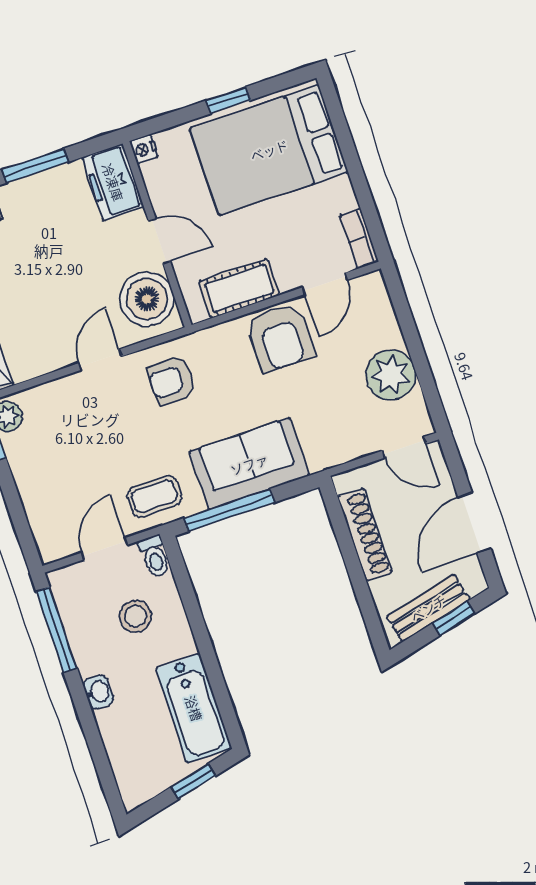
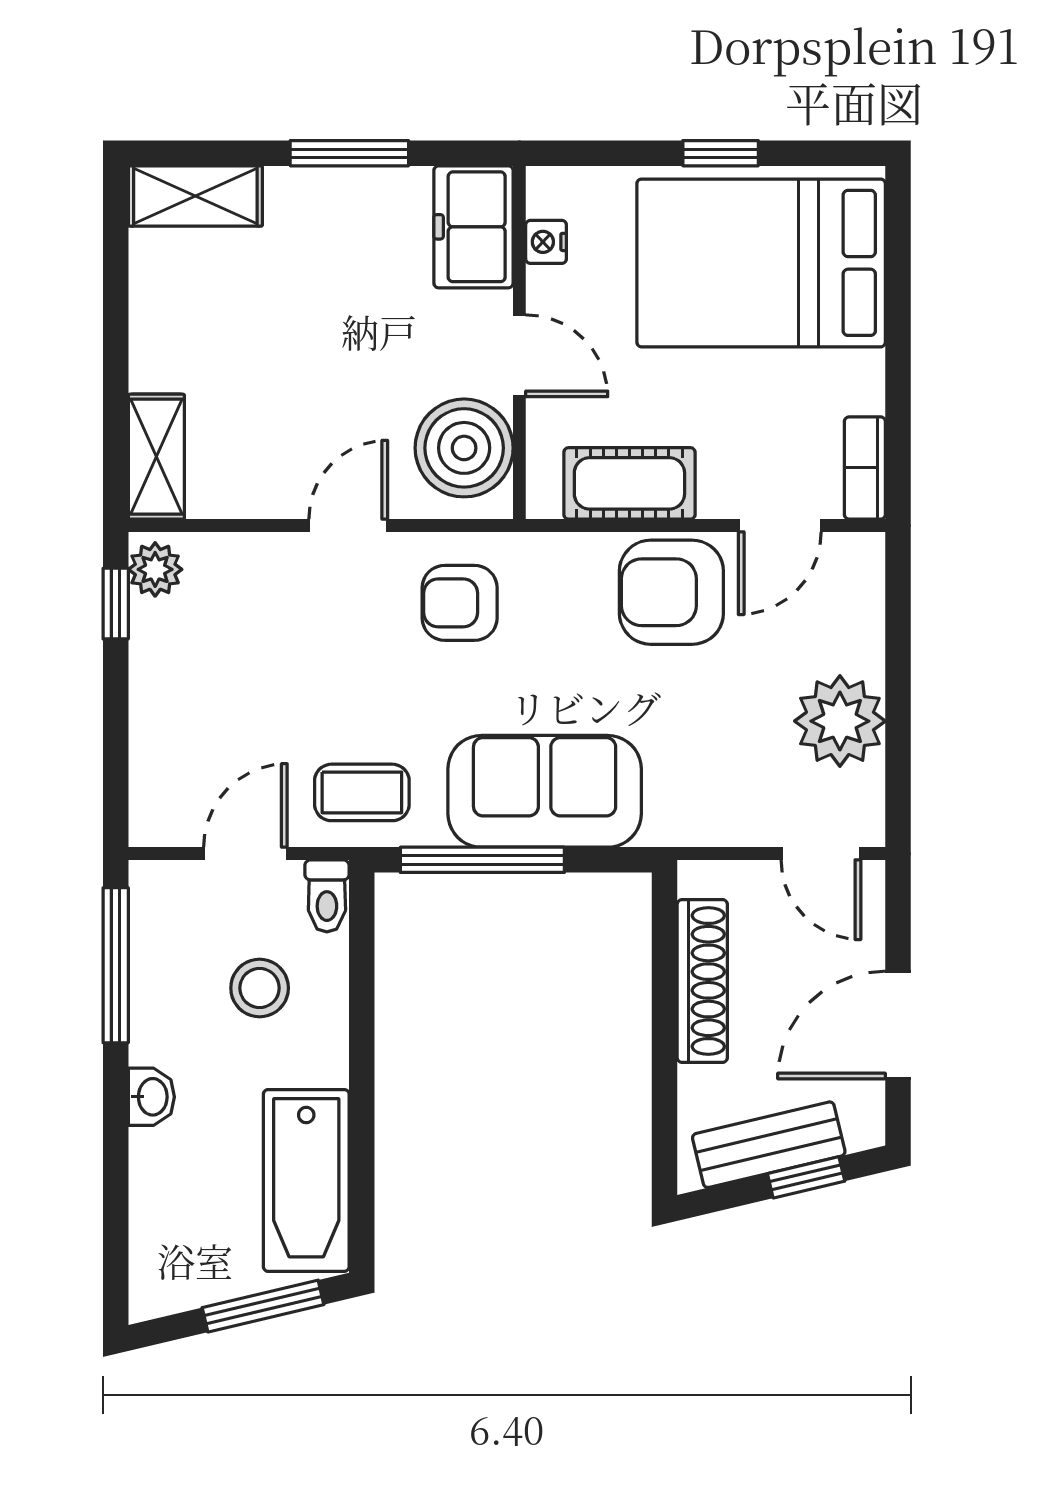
nightstand: (144, 149) -> (546, 242), moved
armchair: (280, 337) -> (671, 592), turned 90
window: (193, 781) -> (263, 1306), width x1.50

